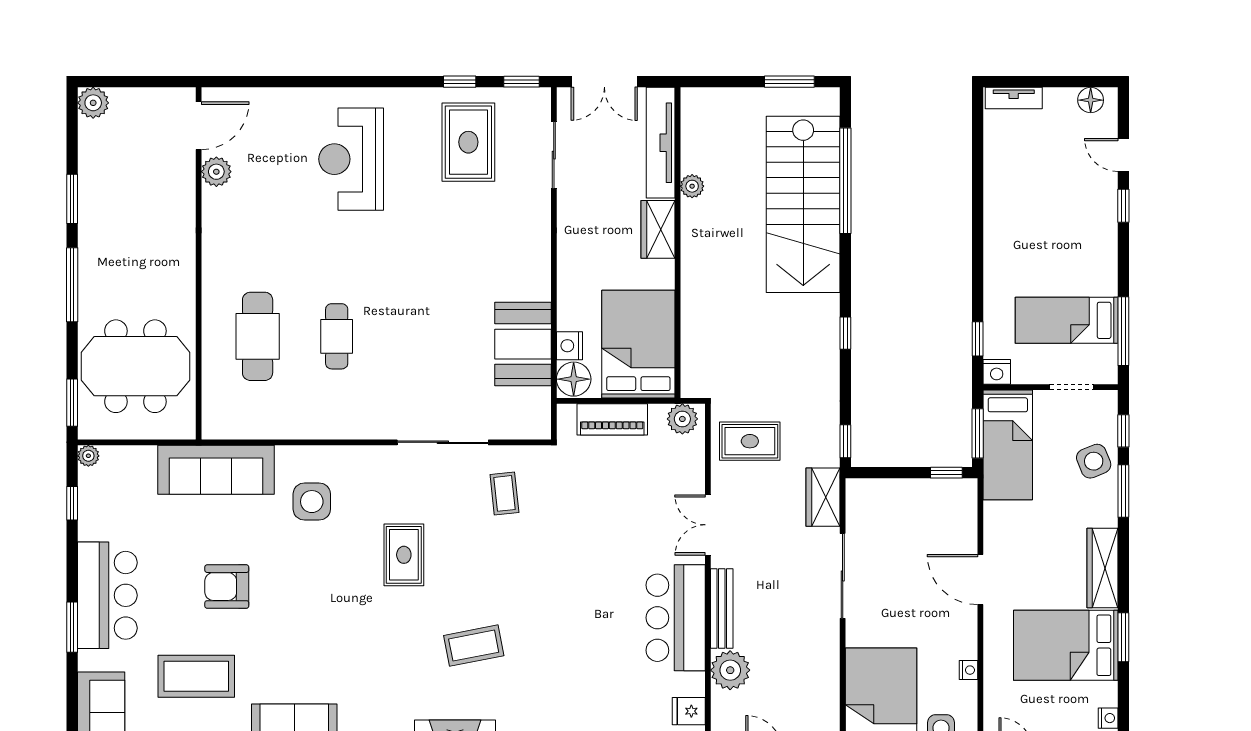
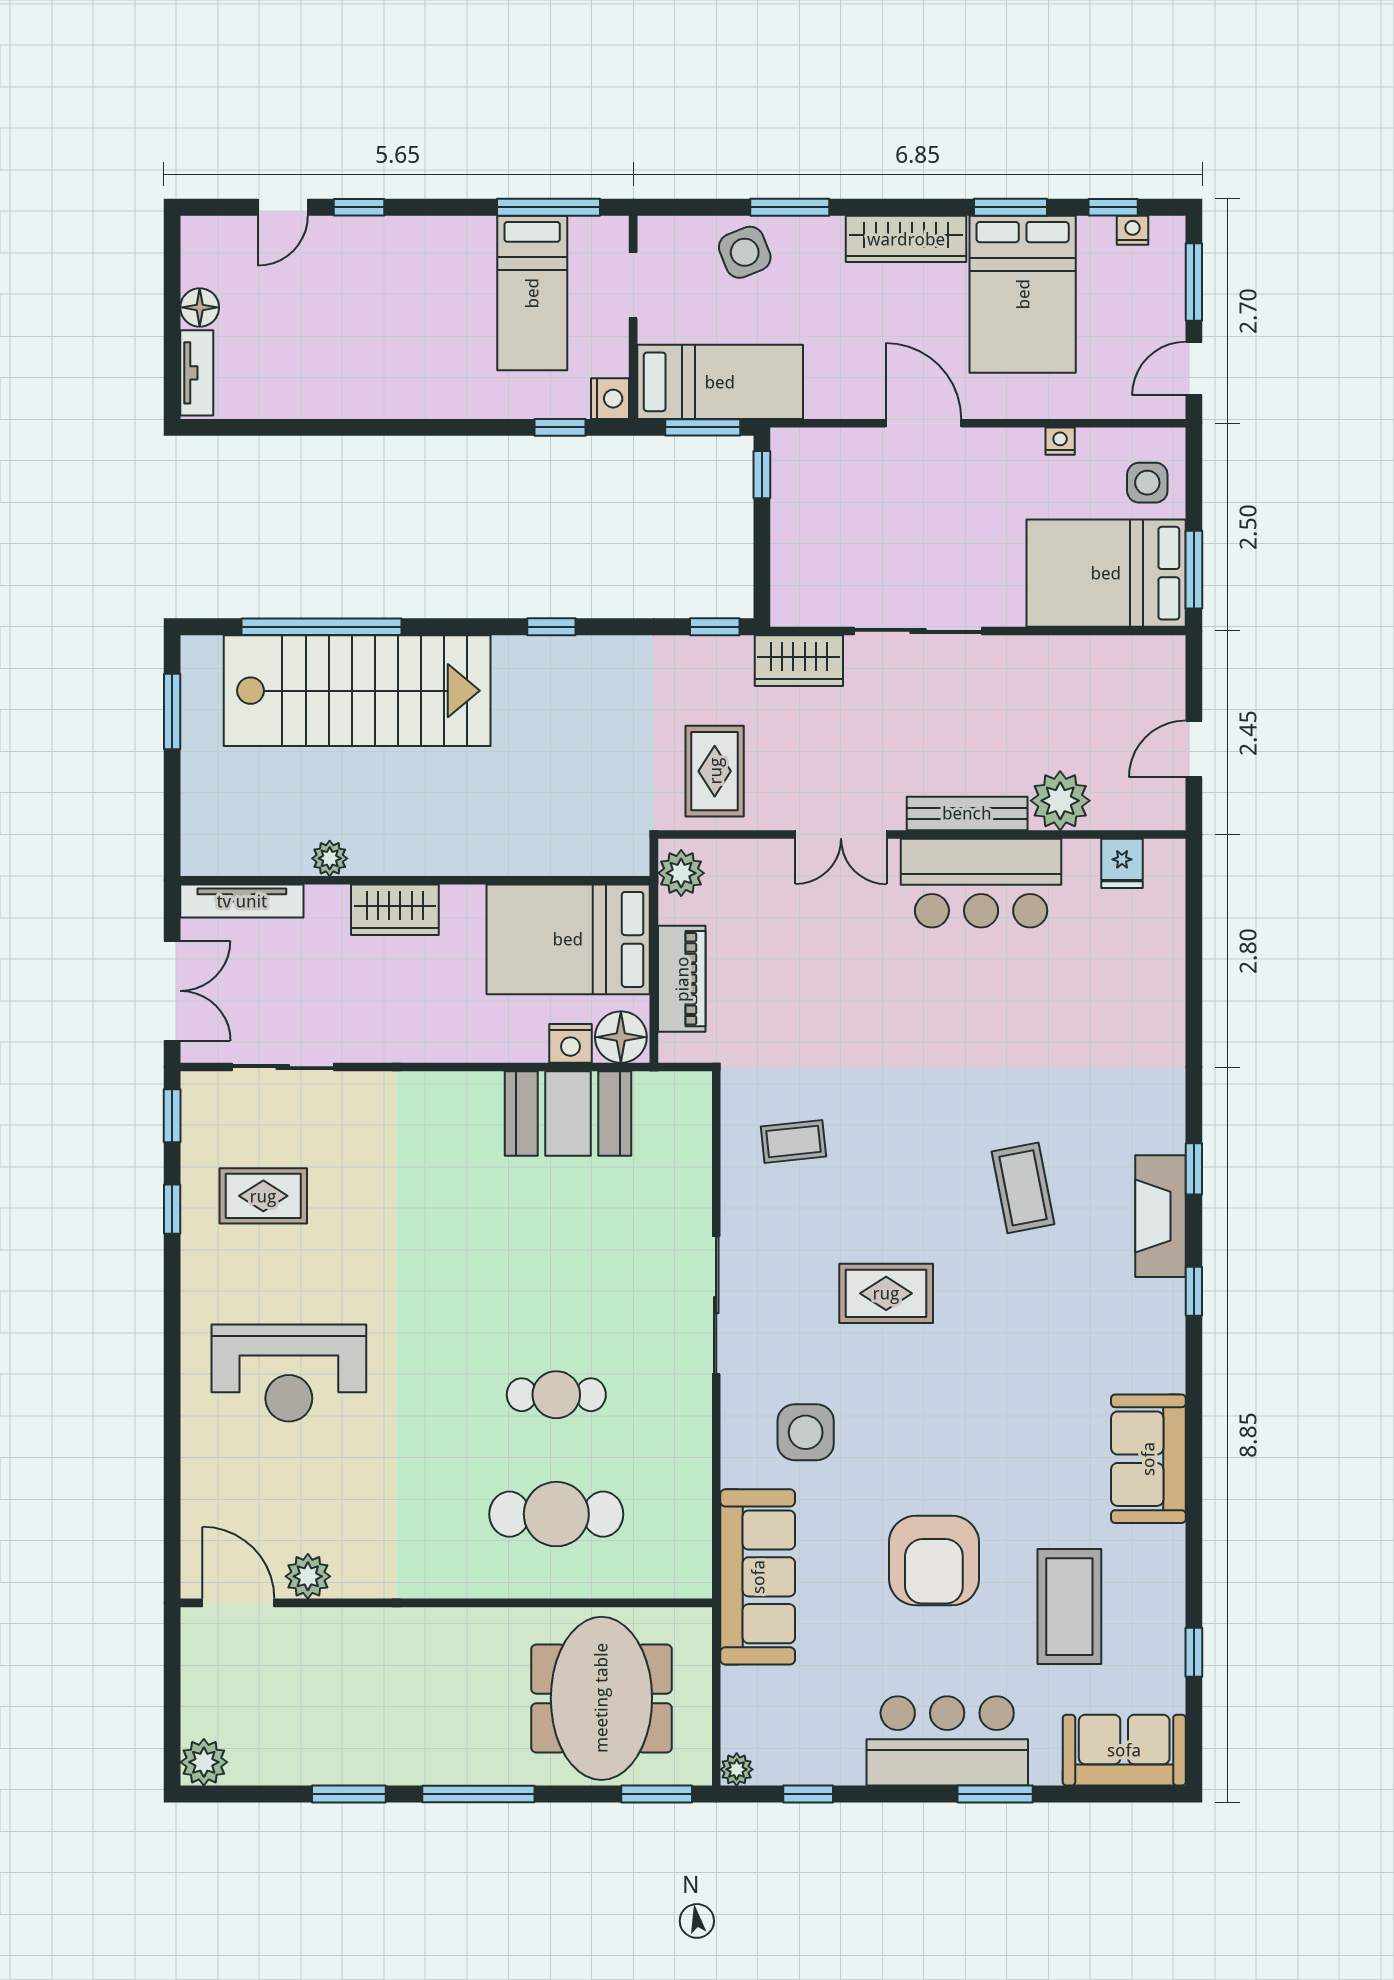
floor lamp: (1091, 100) -> (200, 307), moved
rug: (468, 142) -> (263, 1196), width x0.73, depth x0.70
tv unit: (661, 143) -> (242, 901), width x0.73, depth x0.78
window: (1123, 431) -> (1113, 207), moved
sliding door: (443, 442) -> (716, 1305), moved
door: (980, 580) -> (923, 423), swing flipped
armchair: (227, 587) -> (934, 1561), width x1.36, depth x1.36

